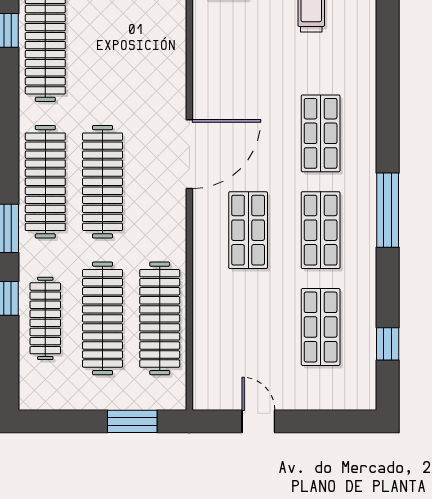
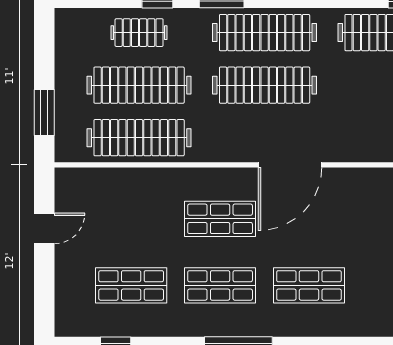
door: (189, 154) -> (290, 165), hinge flipped
clothes rail: (45, 318) -> (139, 33), width x0.73

